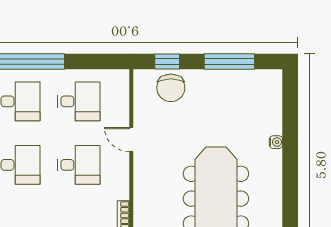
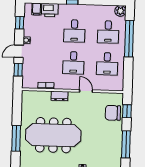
door: (131, 140) -> (86, 91), hinge flipped
dresser: (142, 189) -> (59, 96), added

